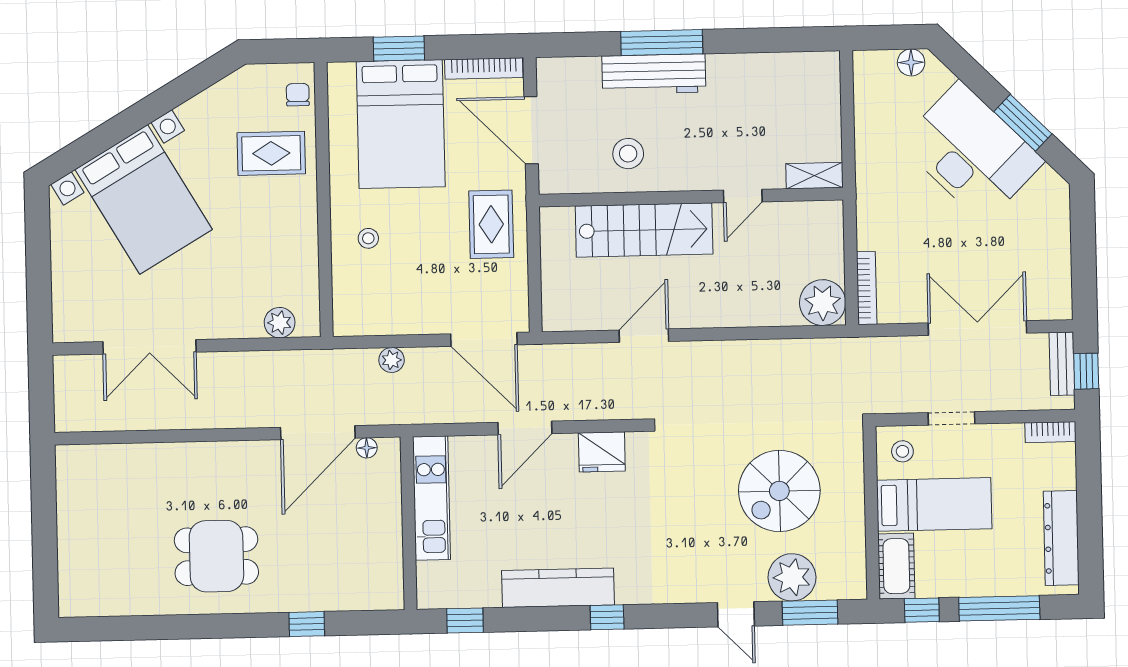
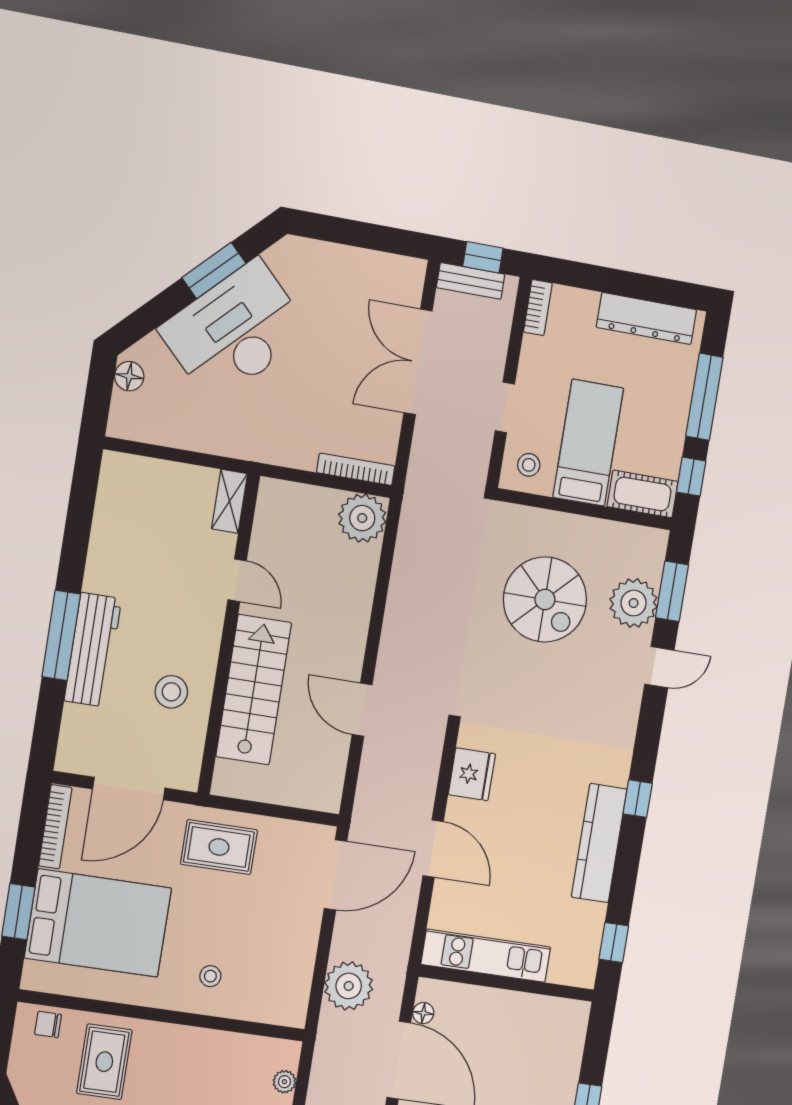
plant: (280, 323) -> (284, 1082), width x0.73, depth x0.73
plant: (392, 360) -> (349, 986), width x1.87, depth x1.87

